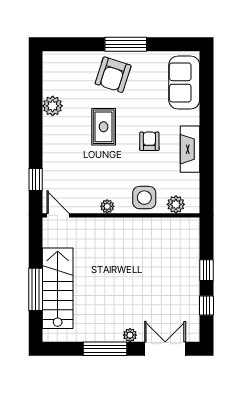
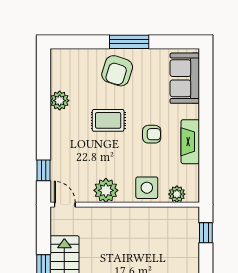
rug: (104, 127) -> (108, 120), turned 90
armchair: (149, 141) -> (152, 134), turned 90
plant: (107, 206) -> (106, 190), width x1.87, depth x1.87
window: (206, 270) -> (206, 233), moved

